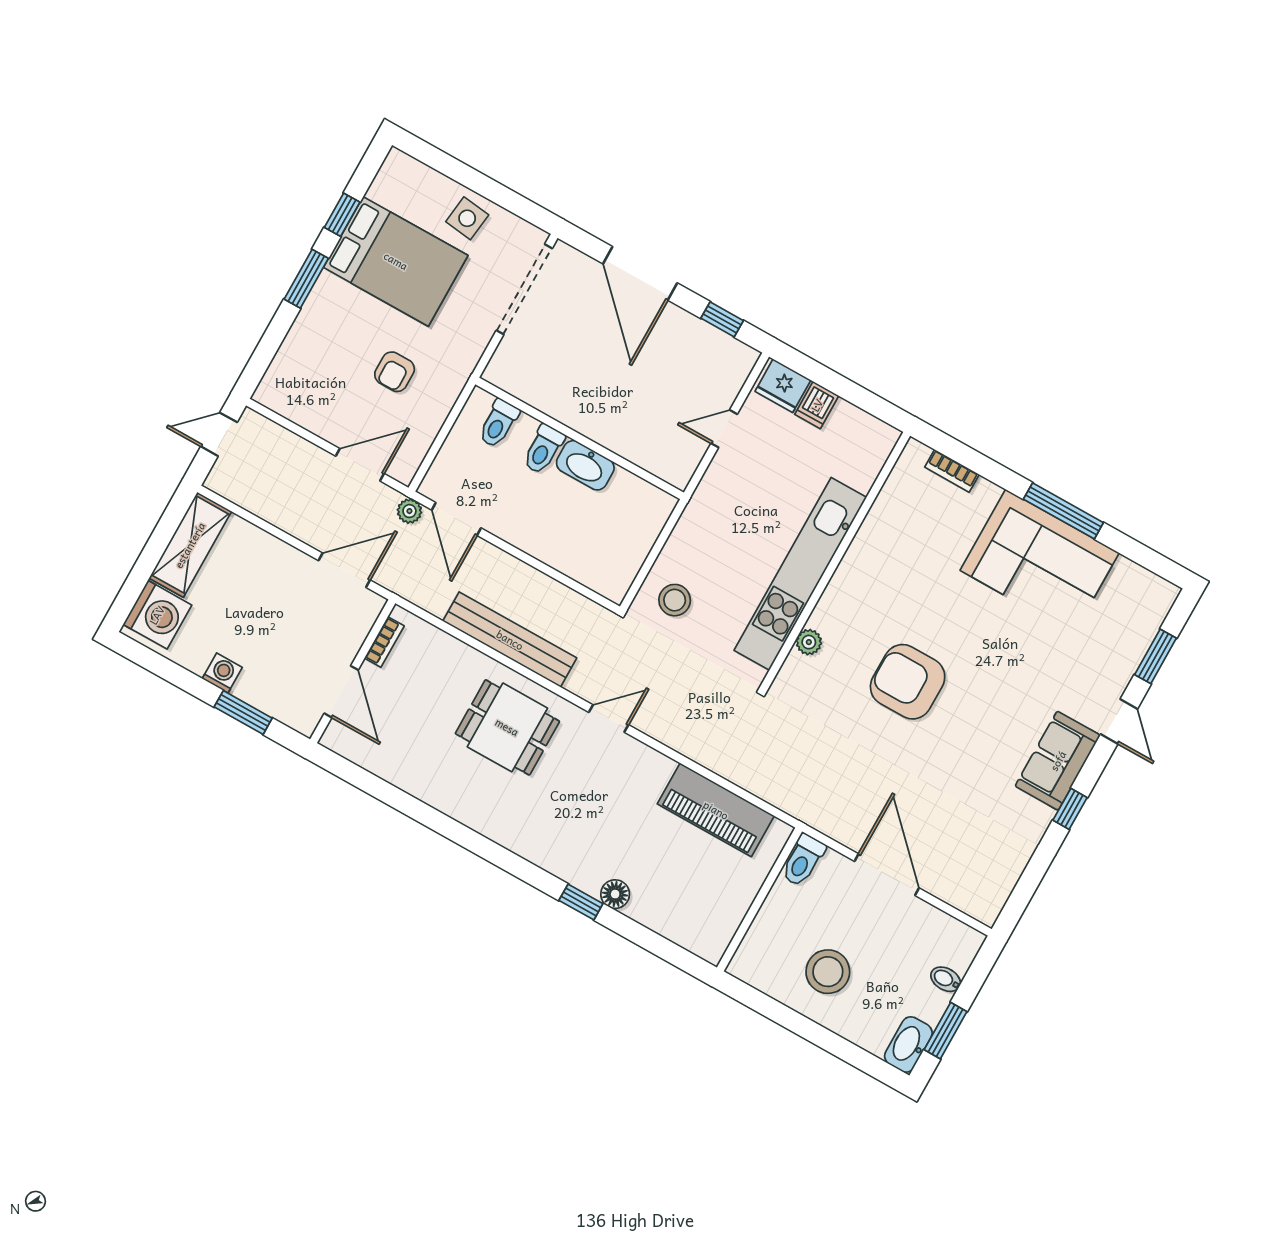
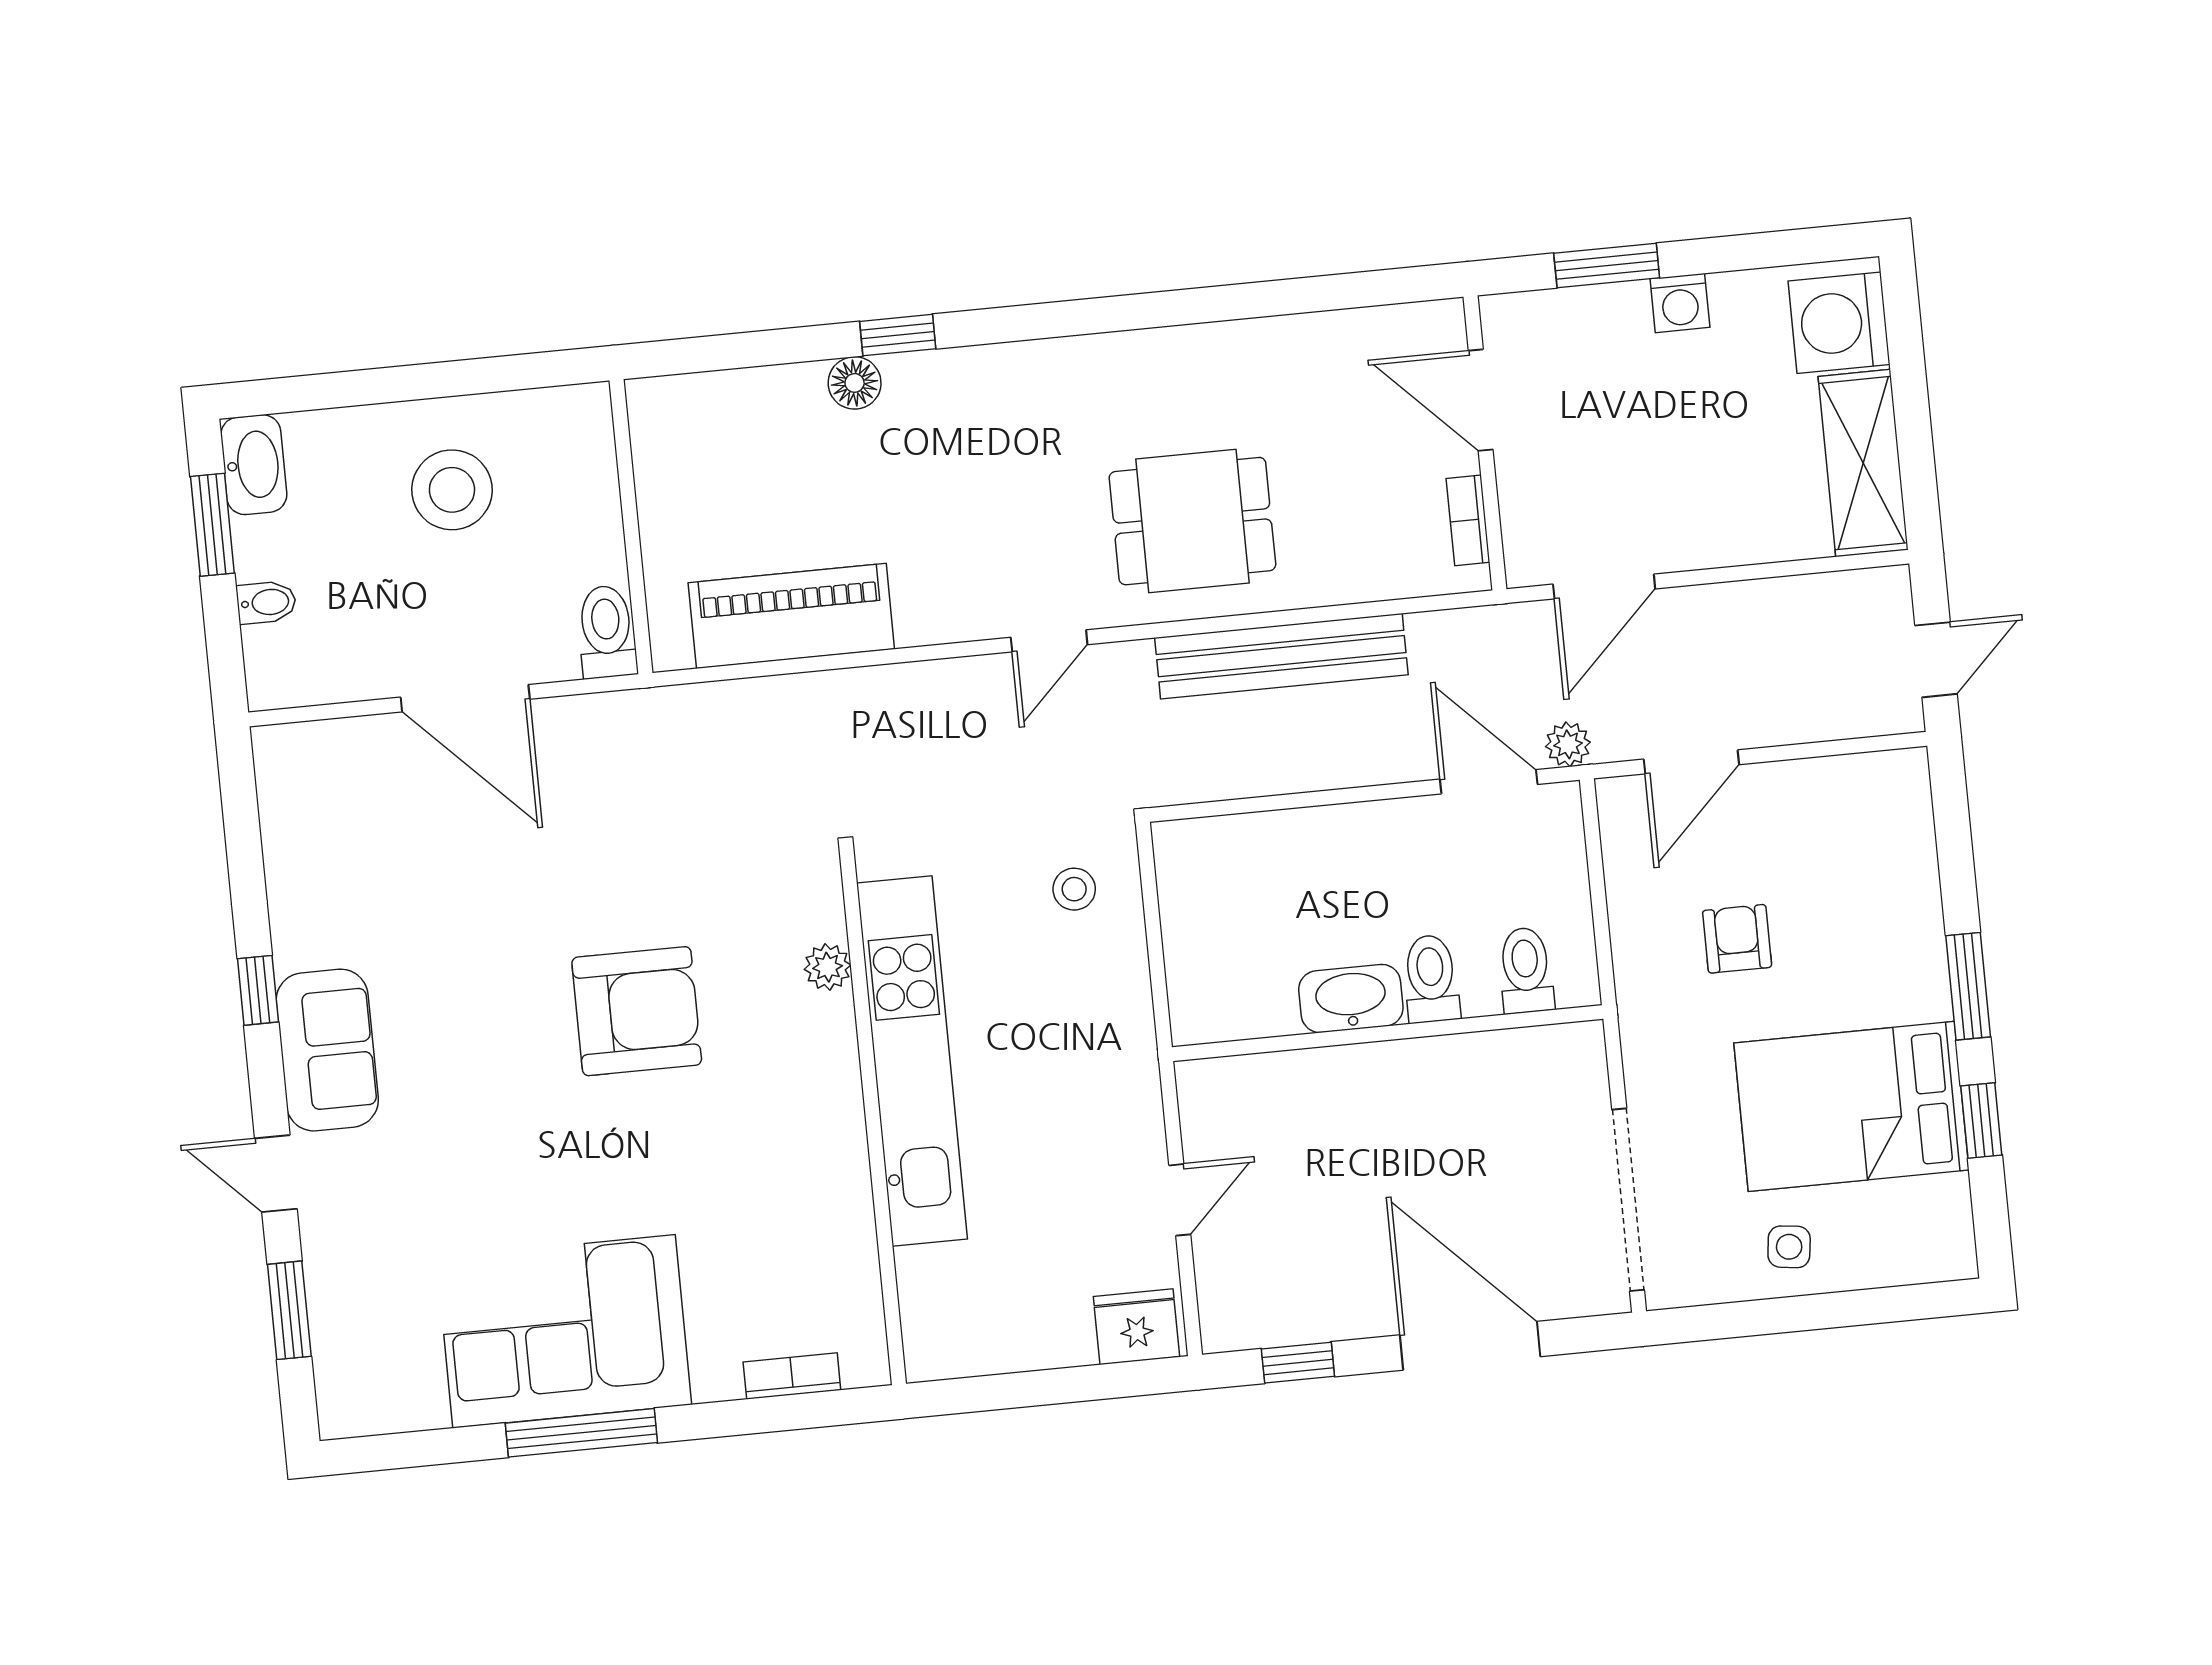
side table: (467, 218) -> (1789, 1247), width x0.73, depth x0.73
dishwasher: (817, 405) -> (1065, 1333), removed
stool: (675, 600) -> (1074, 889), width x0.73, depth x0.73

